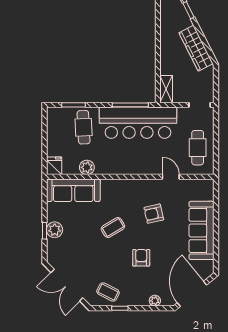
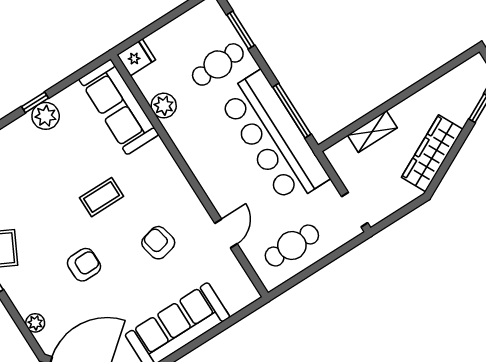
shelving: (166, 89) -> (372, 132), moved
coffee table: (113, 228) -> (102, 197), turned -59

